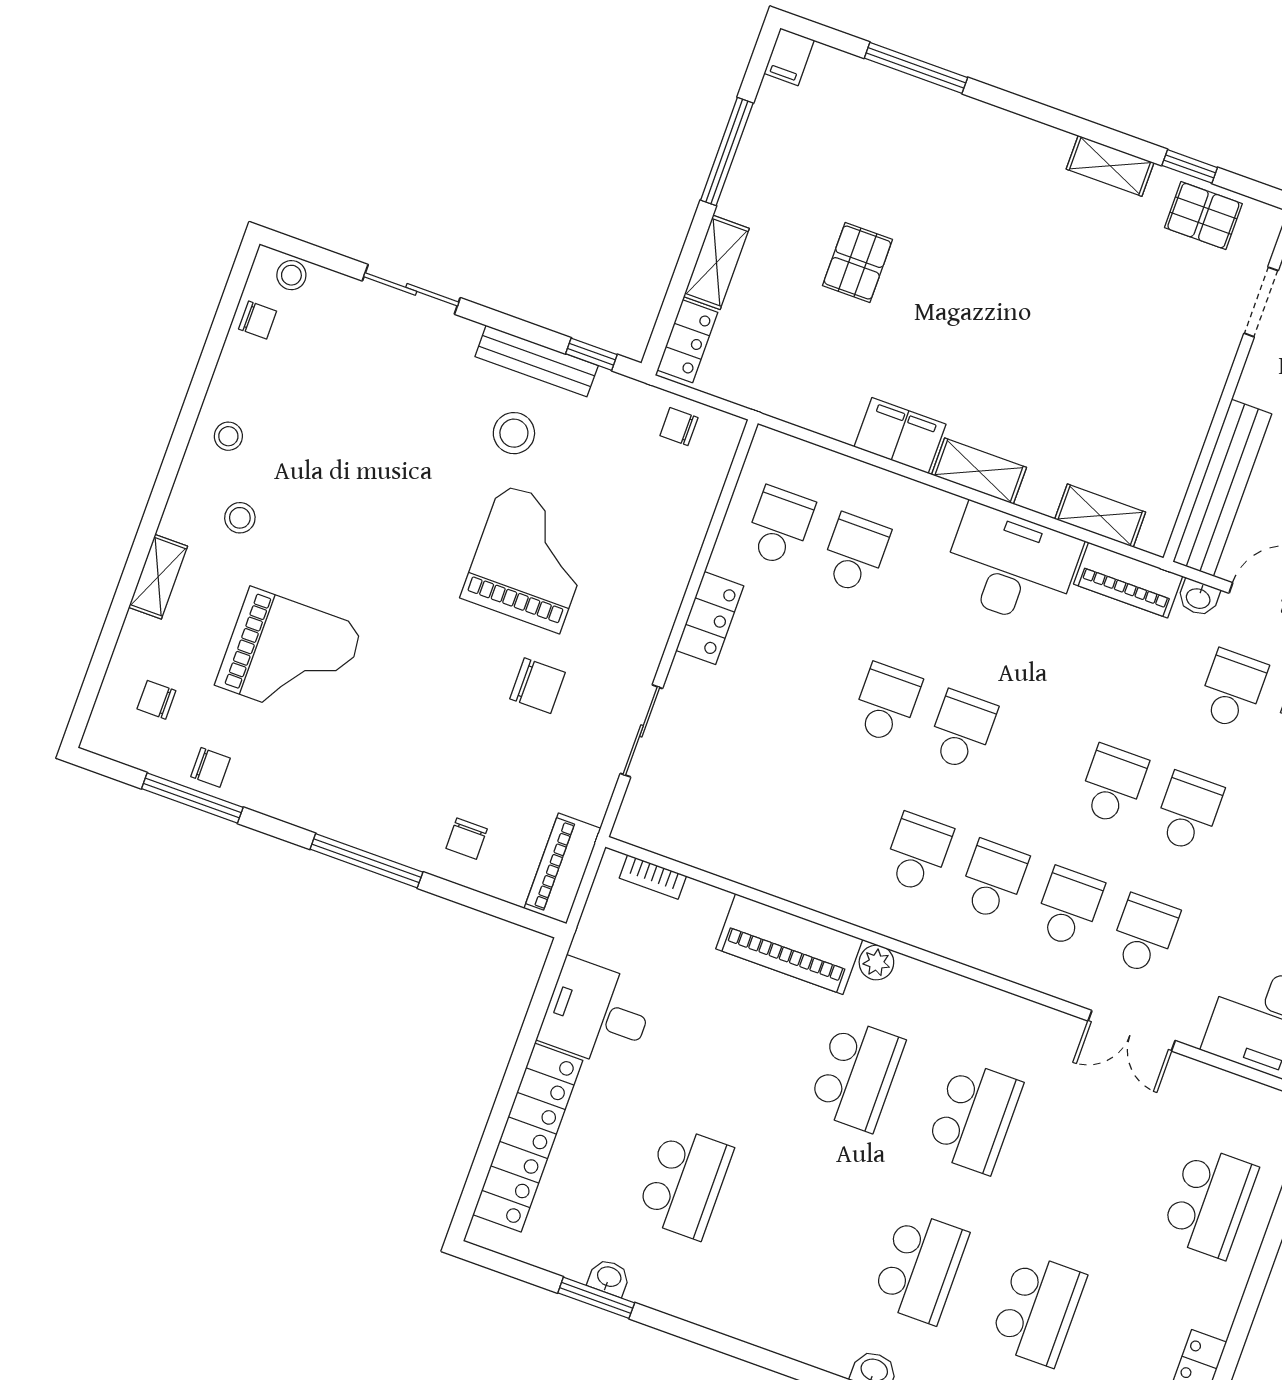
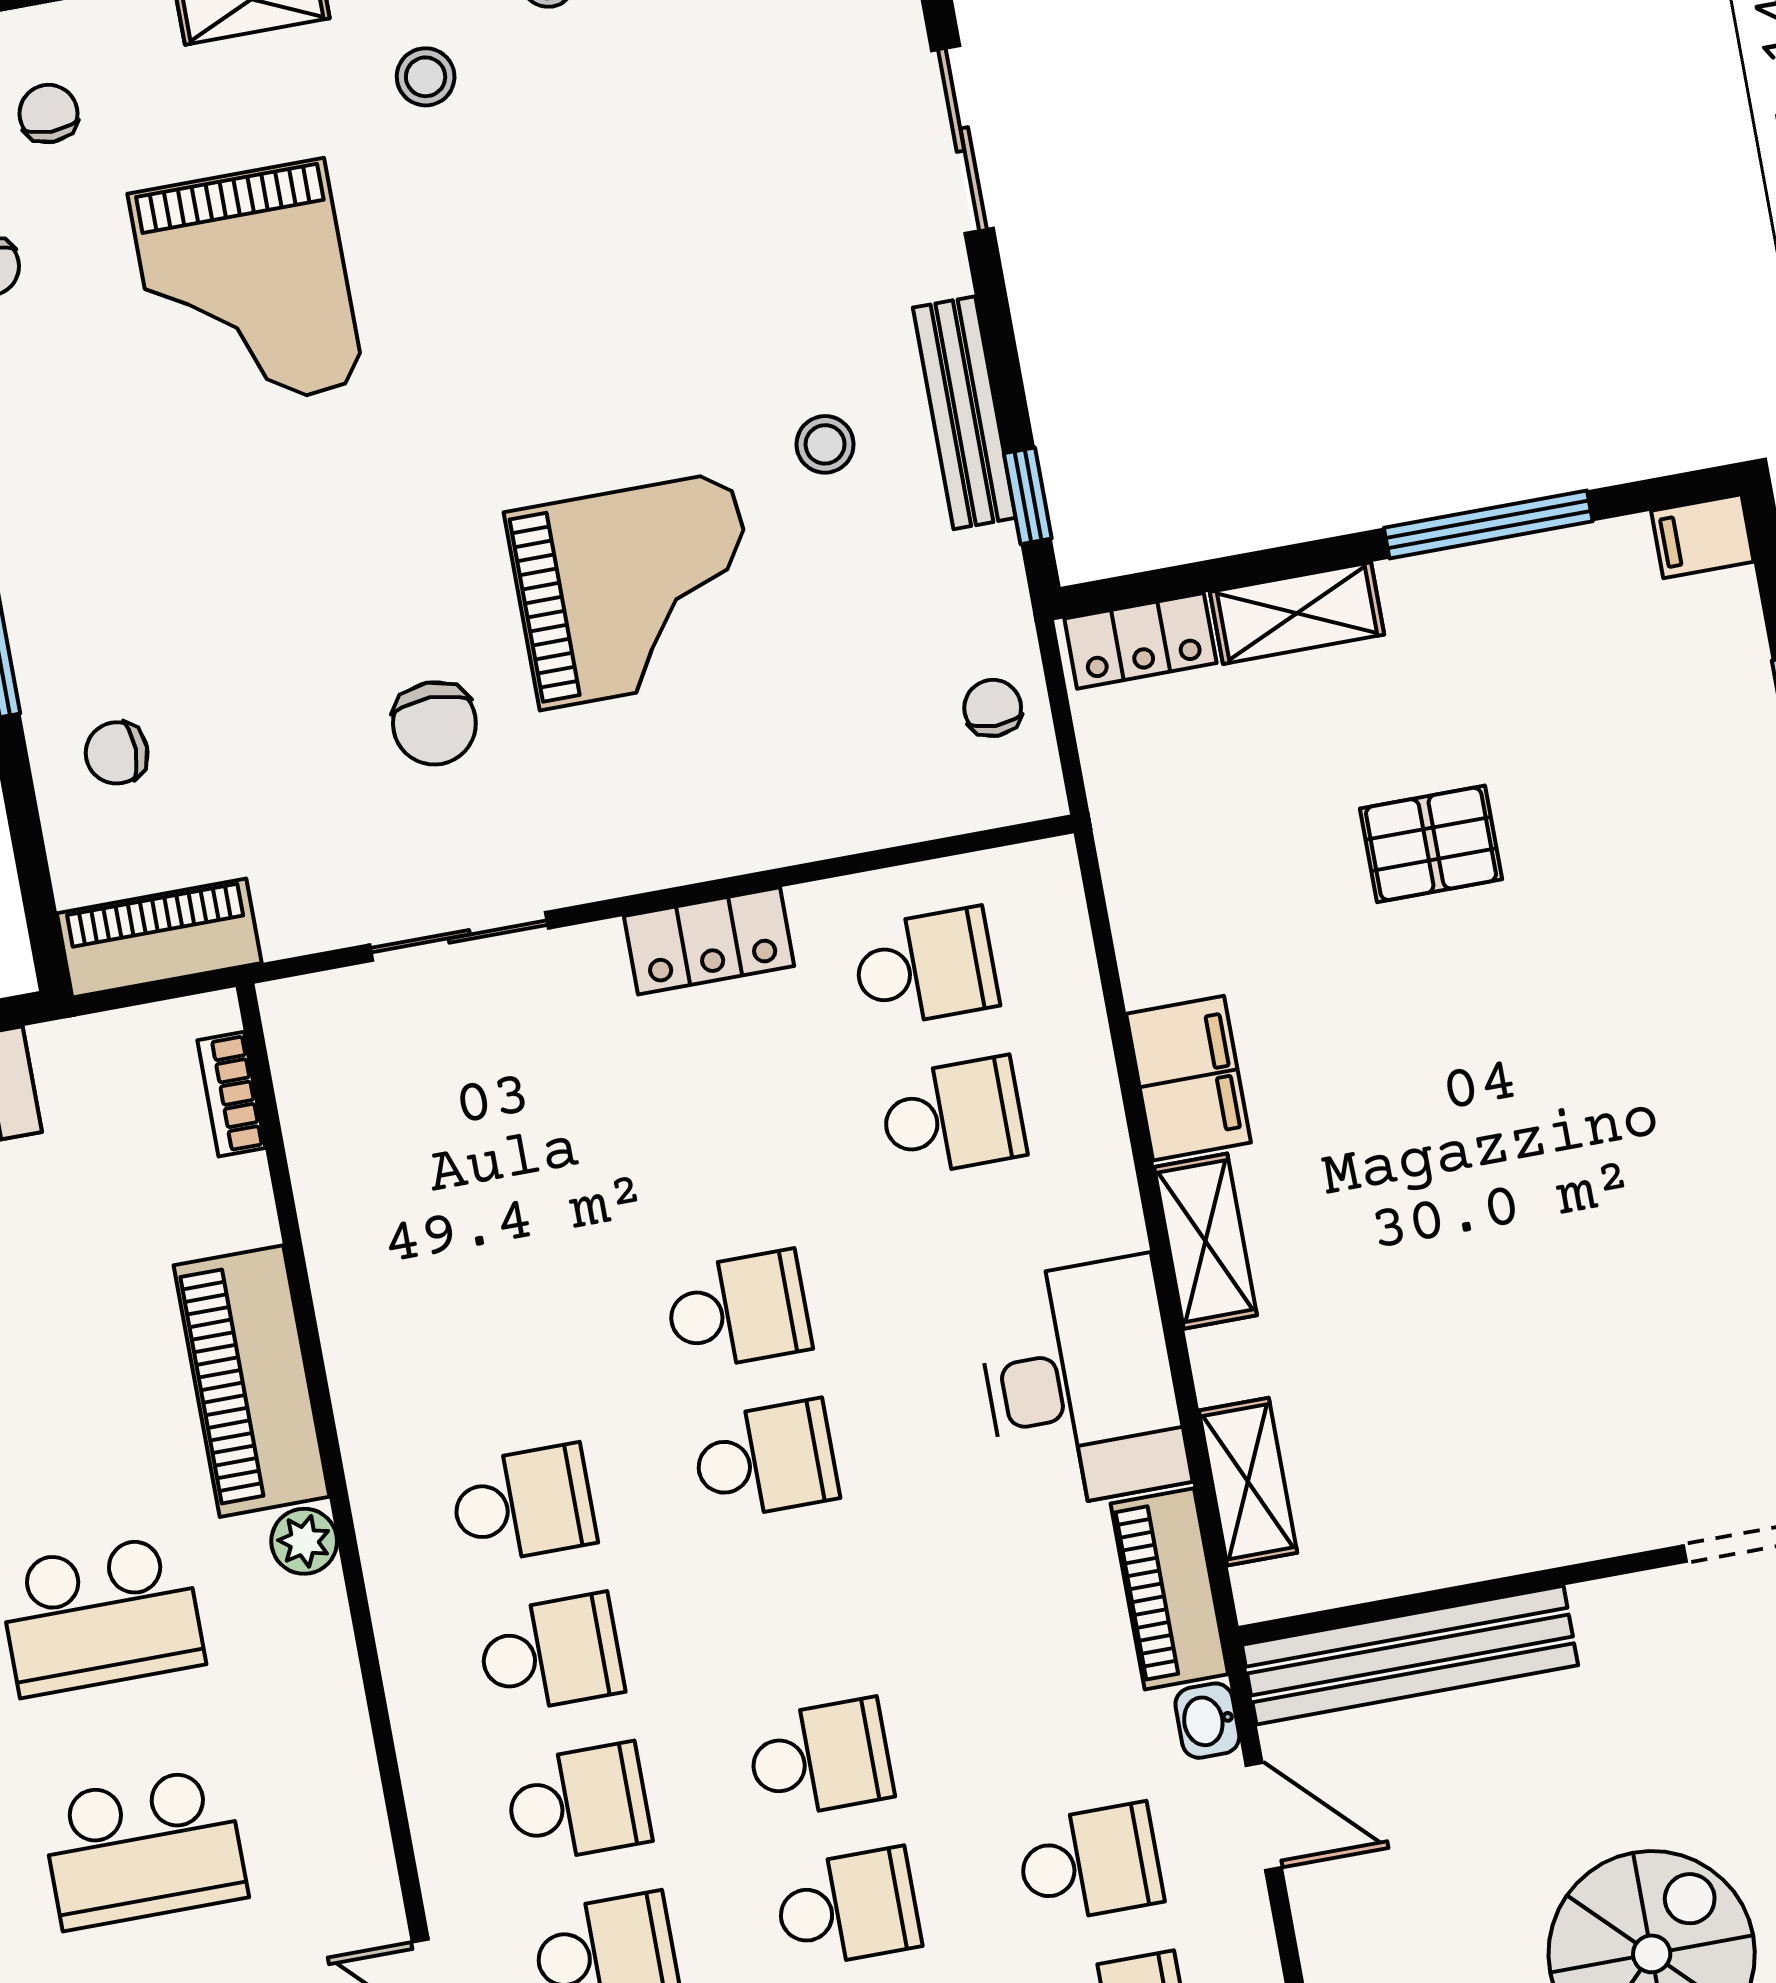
stool: (514, 433) -> (825, 444), width x0.73, depth x0.73

